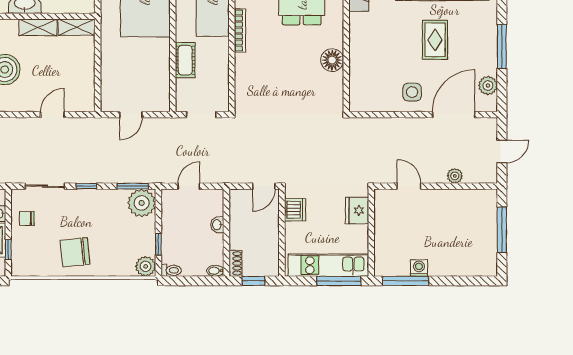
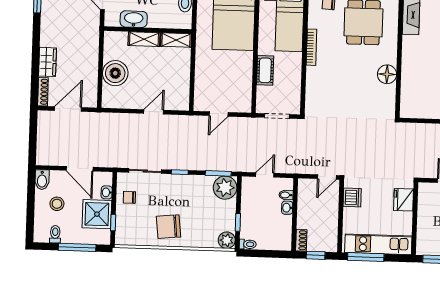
bidet: (215, 271) -> (286, 195), moved
window: (339, 281) -> (366, 257), moved

